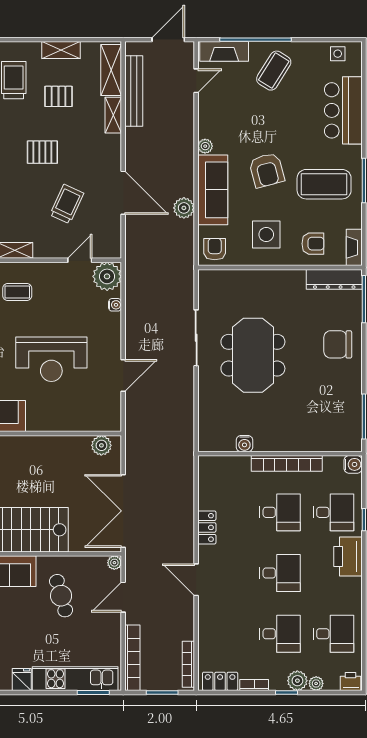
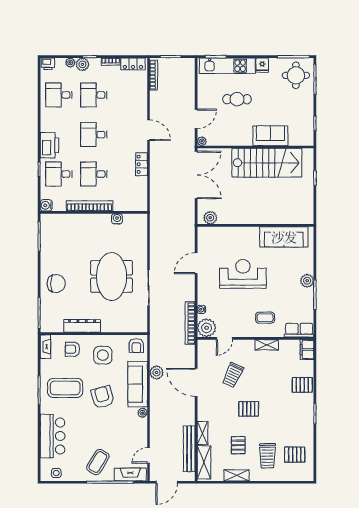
pallet: (58, 96) -> (238, 445), turned 90
dresser: (334, 279) -> (82, 326), moved
cafe table: (61, 596) -> (237, 99), moved, turned -74
bookcase: (132, 658) -> (190, 323), moved

